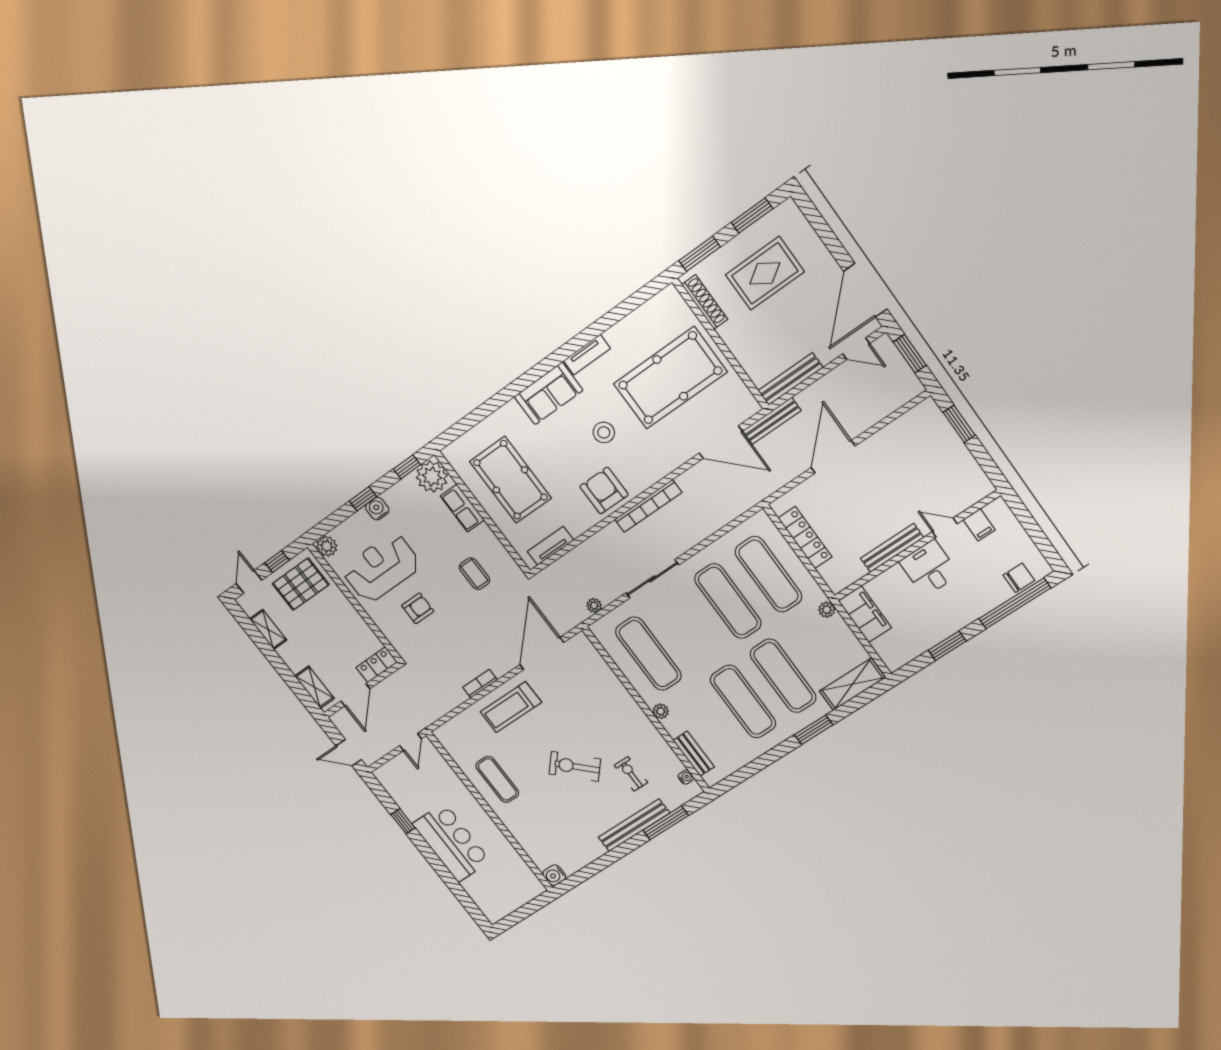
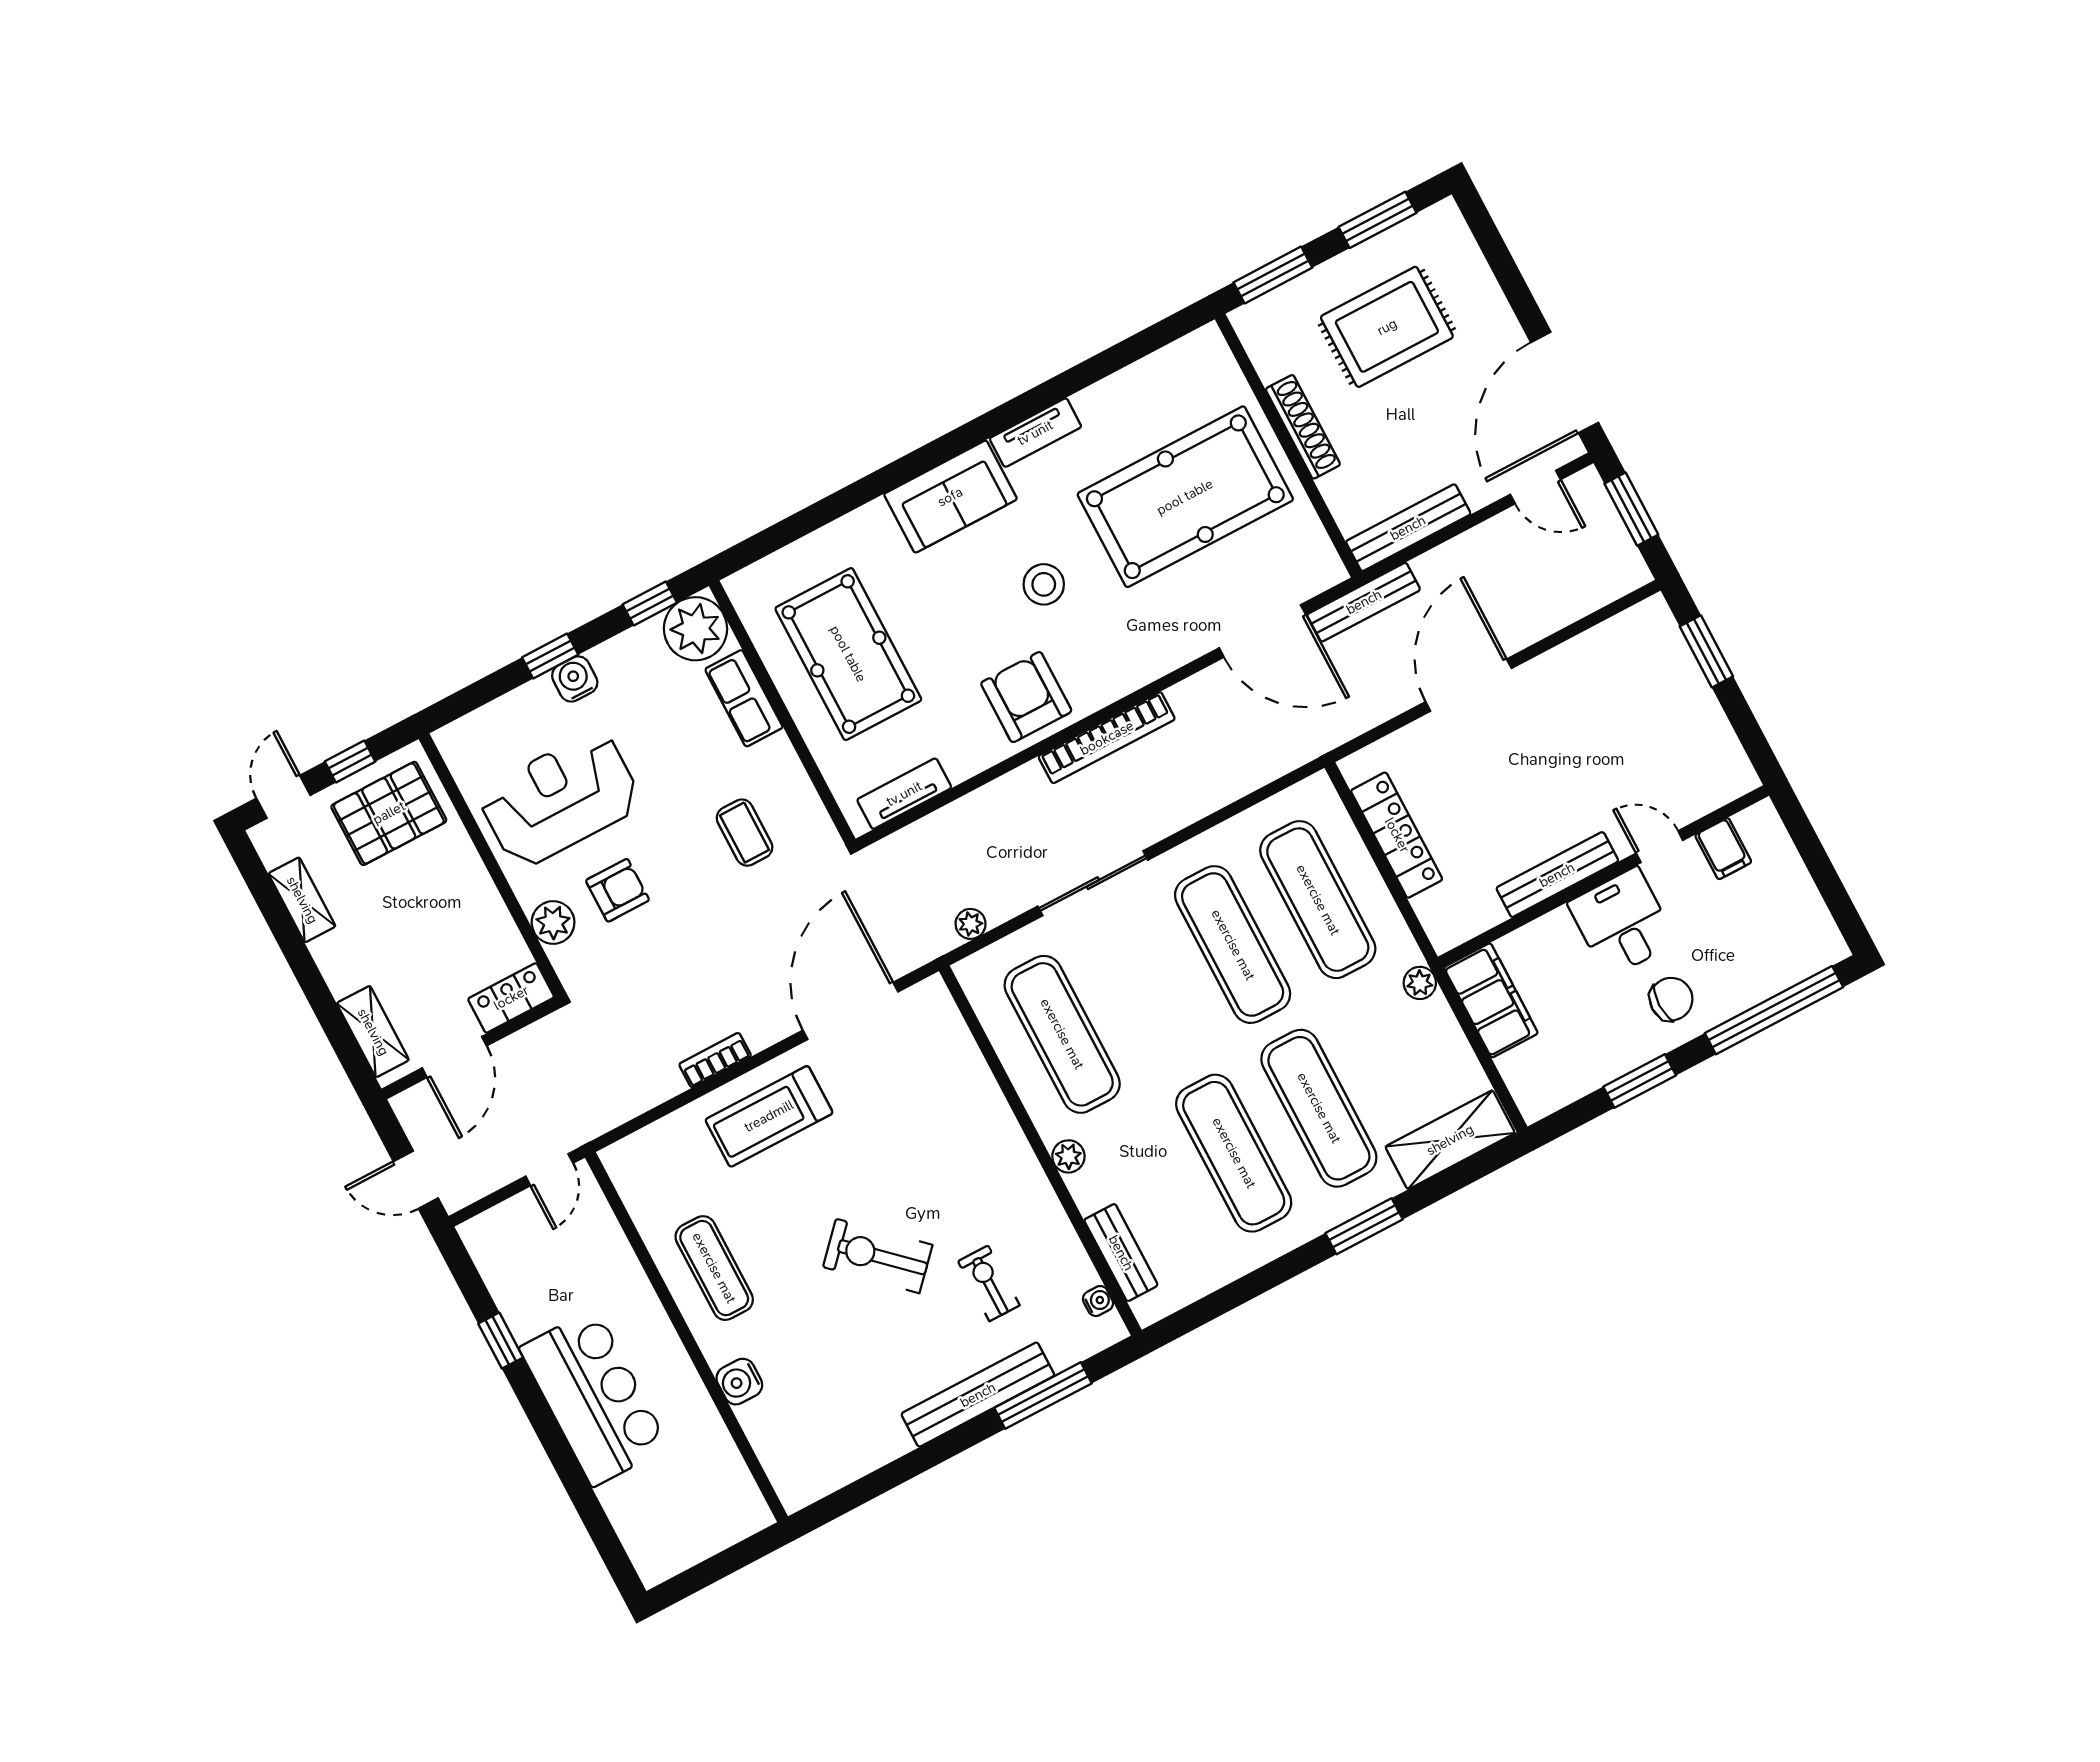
shoe rack: (705, 302) -> (1303, 427), moved
plant: (327, 546) -> (553, 923), moved
chair: (1019, 578) -> (1671, 999), moved
water cooler: (554, 875) -> (739, 1382), moved

